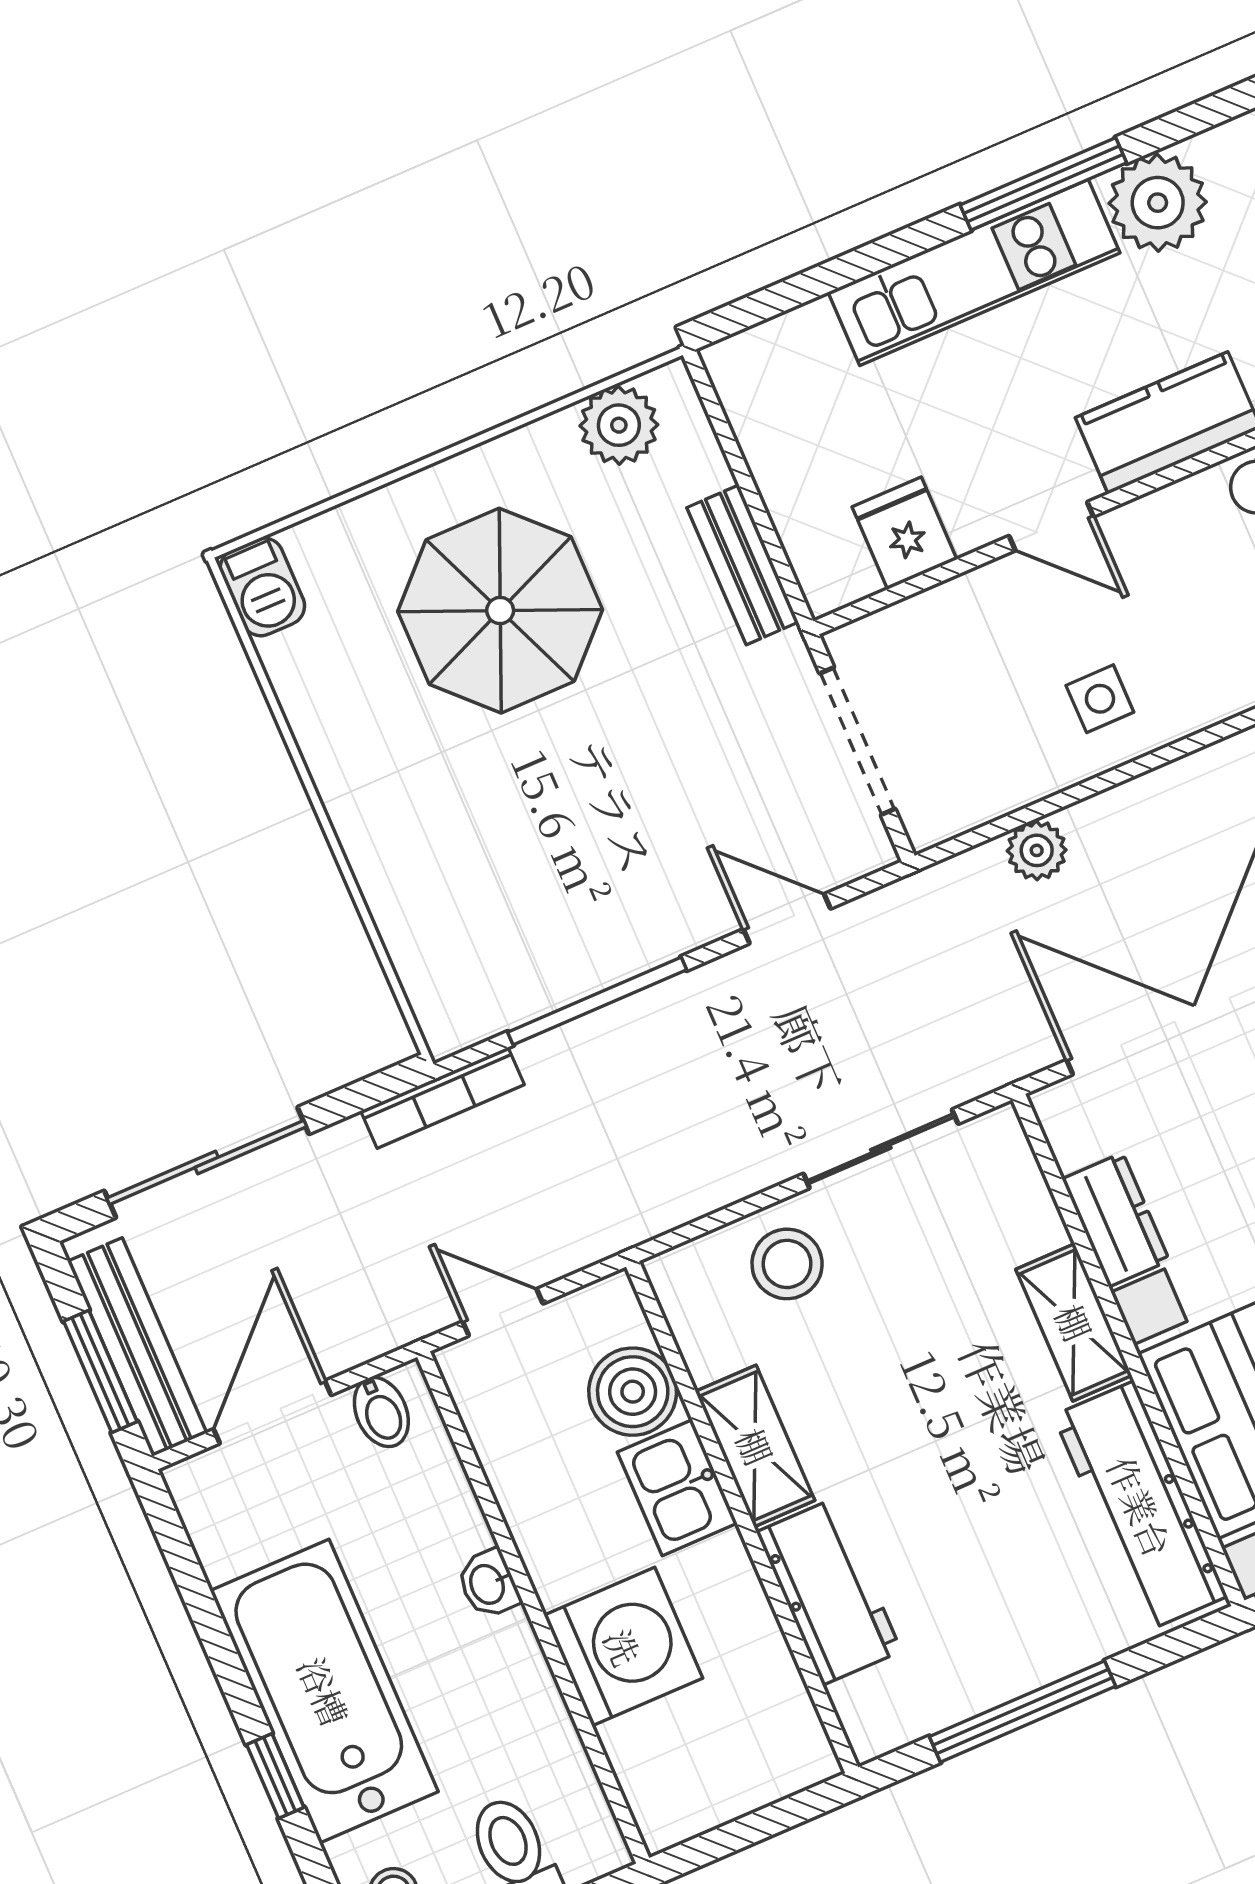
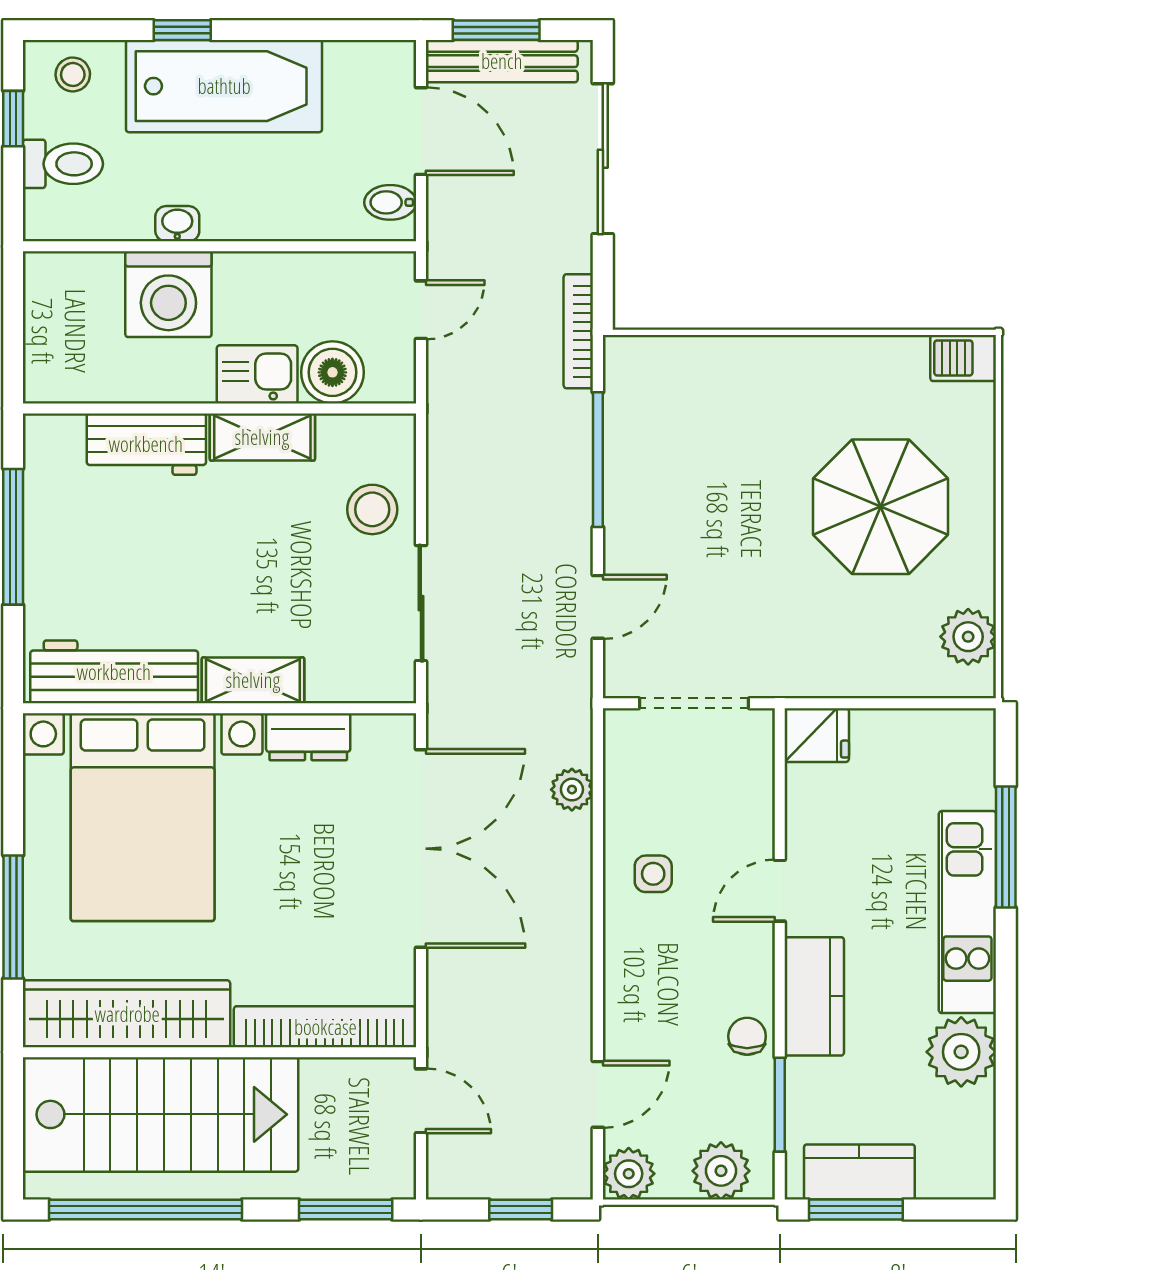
window: (1043, 184) -> (1006, 847), moved
fridge: (905, 533) -> (817, 735), moved
bench: (743, 565) -> (842, 678), removed
washbasin: (488, 1584) -> (177, 224), moved

